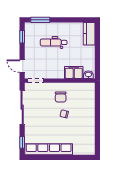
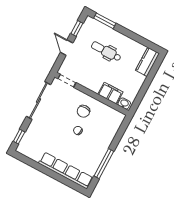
door: (22, 66) -> (67, 48), moved
window: (97, 129) -> (104, 164), added
row of seats: (49, 149) -> (66, 170), moved

